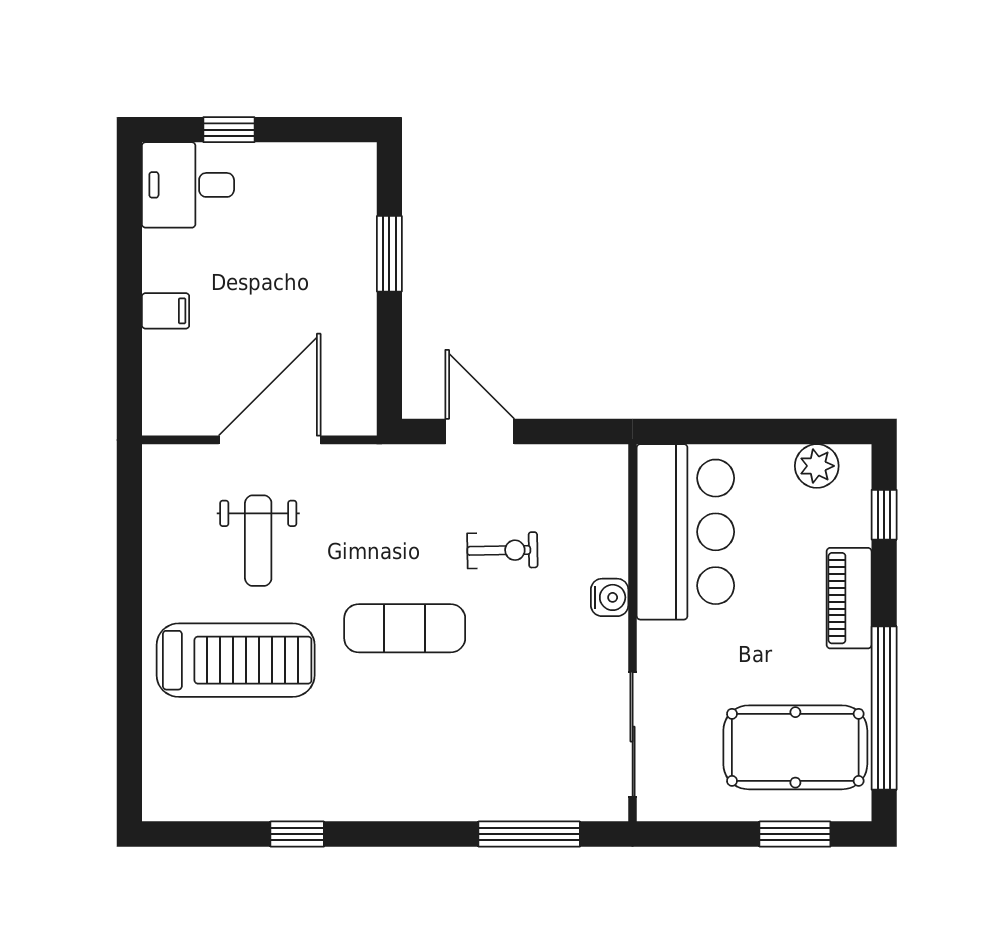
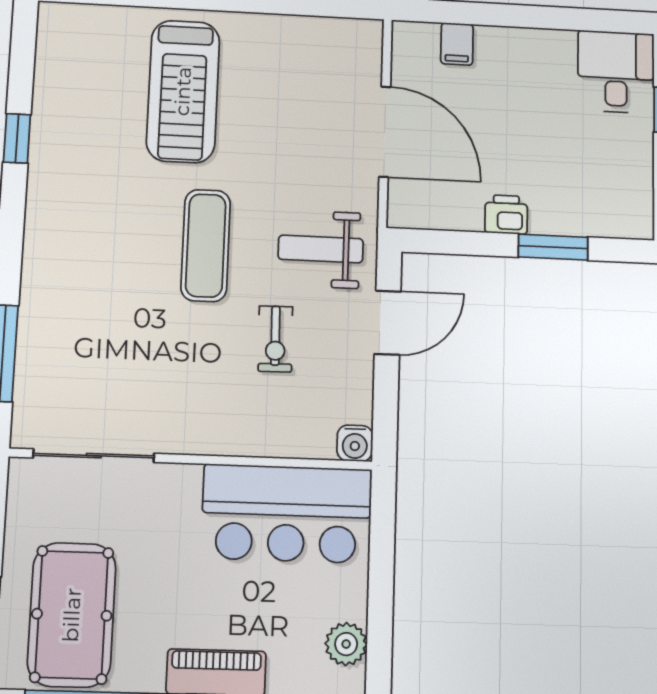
printer: (356, 305) -> (506, 215), added
filing cabinet: (166, 311) -> (457, 44), moved
weight bench: (258, 541) -> (321, 249), moved
water cooler: (610, 597) -> (355, 443), moved

